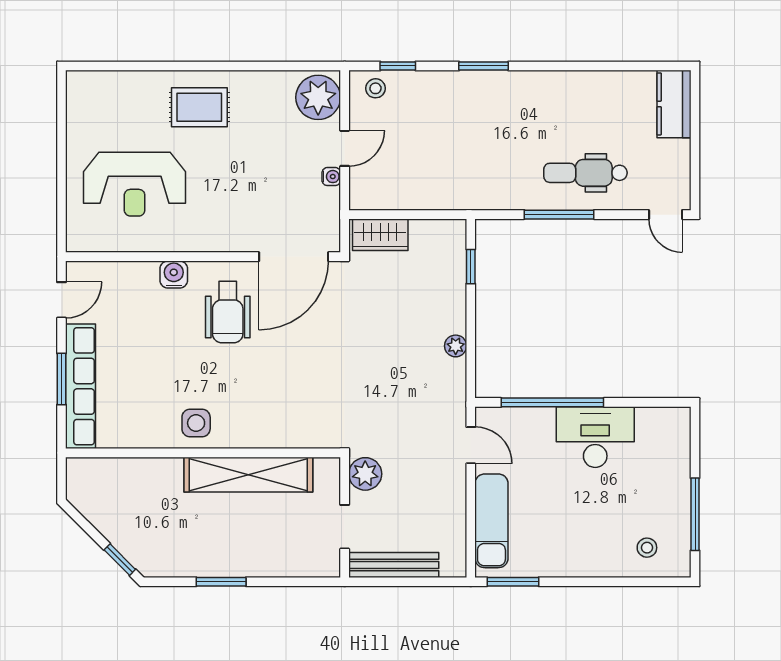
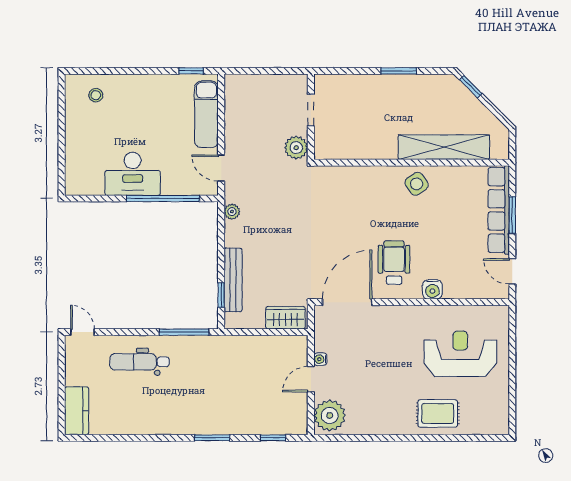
stool: (375, 88) -> (289, 422), removed
rug: (199, 107) -> (438, 413), moved
dental chair: (585, 173) -> (140, 362), turned 180
window: (559, 215) -> (184, 332), moved
door: (62, 300) -> (512, 271), hinge flipped
plant: (456, 346) -> (232, 212), moved
side table: (196, 423) -> (417, 184), turned -35
shelving: (248, 475) -> (444, 147), moved
window: (695, 514) -> (62, 119), removed
bench: (394, 565) -> (233, 280), moved, turned 90
window: (513, 582) -> (191, 71), width x0.67

